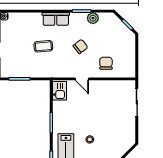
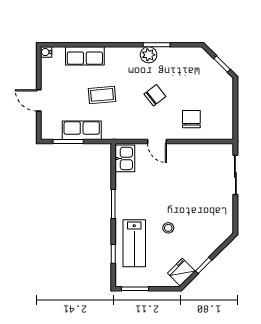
plant: (93, 18) -> (149, 55), moved
row of seats: (56, 19) -> (85, 56), moved
row of seats: (29, 71) -> (82, 130), added

